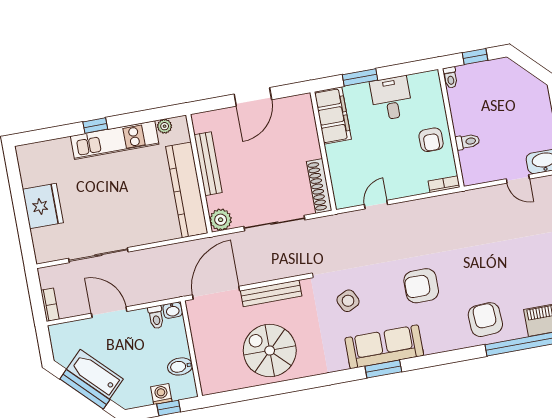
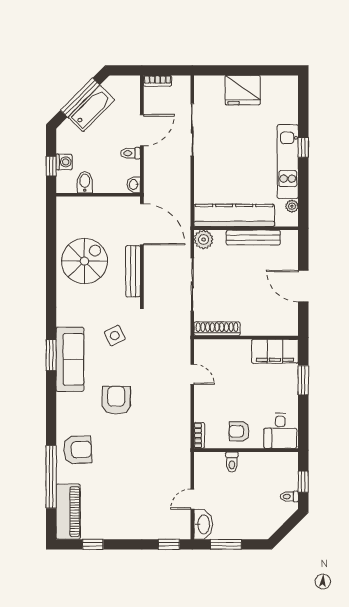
toilet: (450, 77) -> (289, 496), moved
desk: (391, 98) -> (280, 431), moved, turned 90
toilet: (156, 317) -> (131, 153), moved

